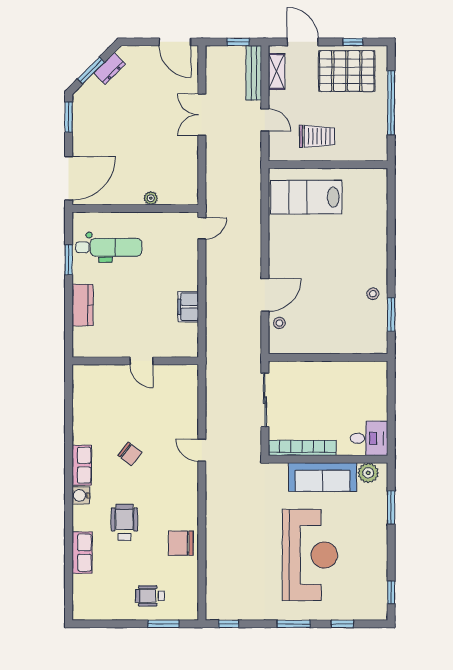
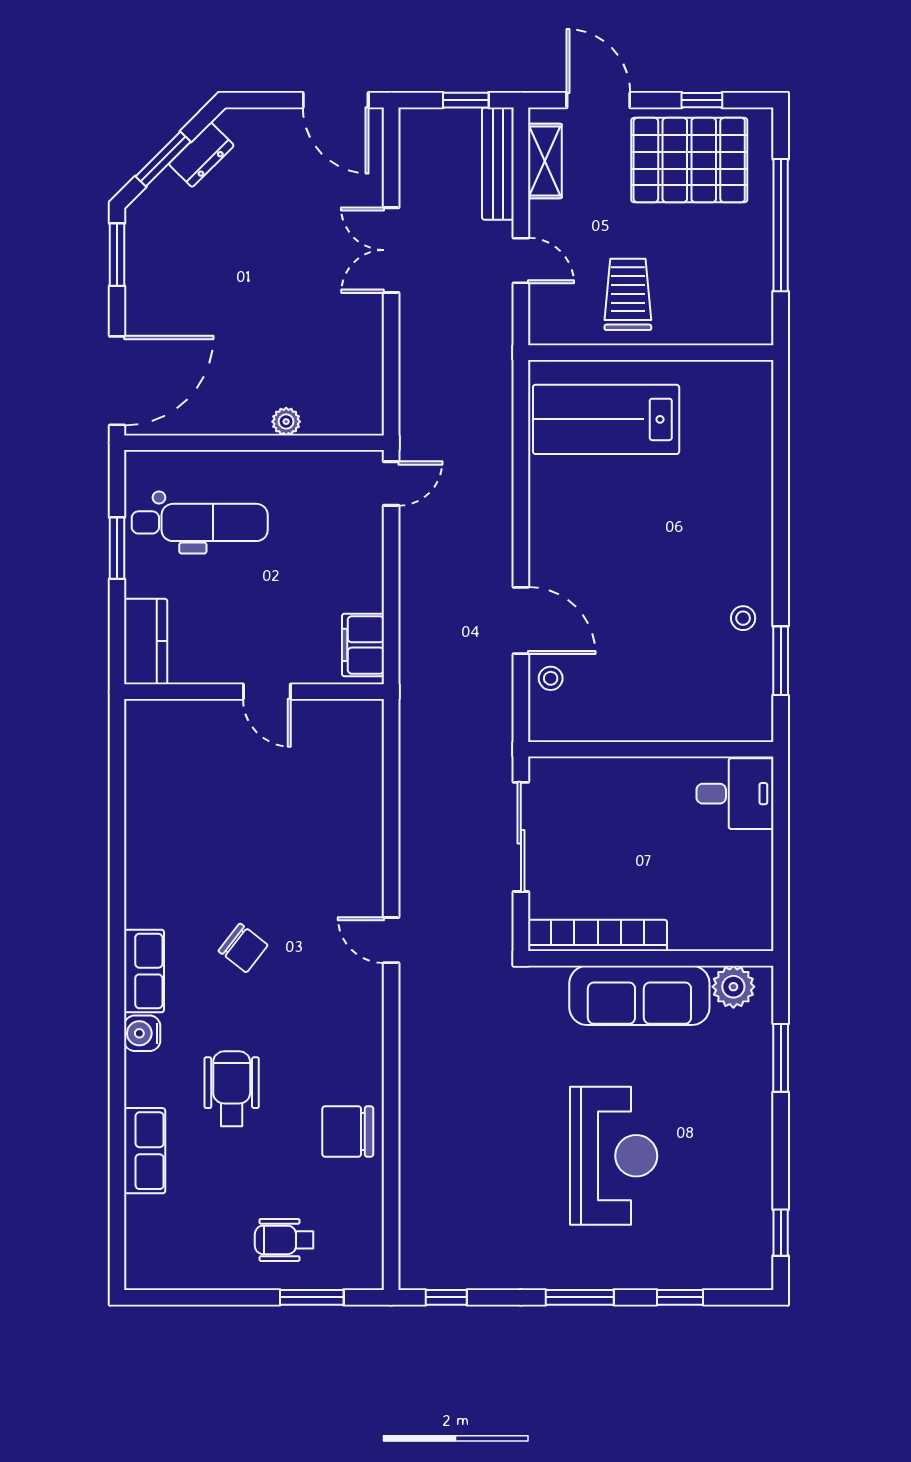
trolley: (317, 136) -> (628, 294), turned -90
door: (265, 295) -> (521, 621), hinge flipped
wall: (135, 361) -> (254, 692), moved
door: (141, 361) -> (267, 692), moved
desk: (369, 438) -> (735, 794), moved
reception desk: (310, 555) -> (614, 1156), width x0.74, depth x0.77

